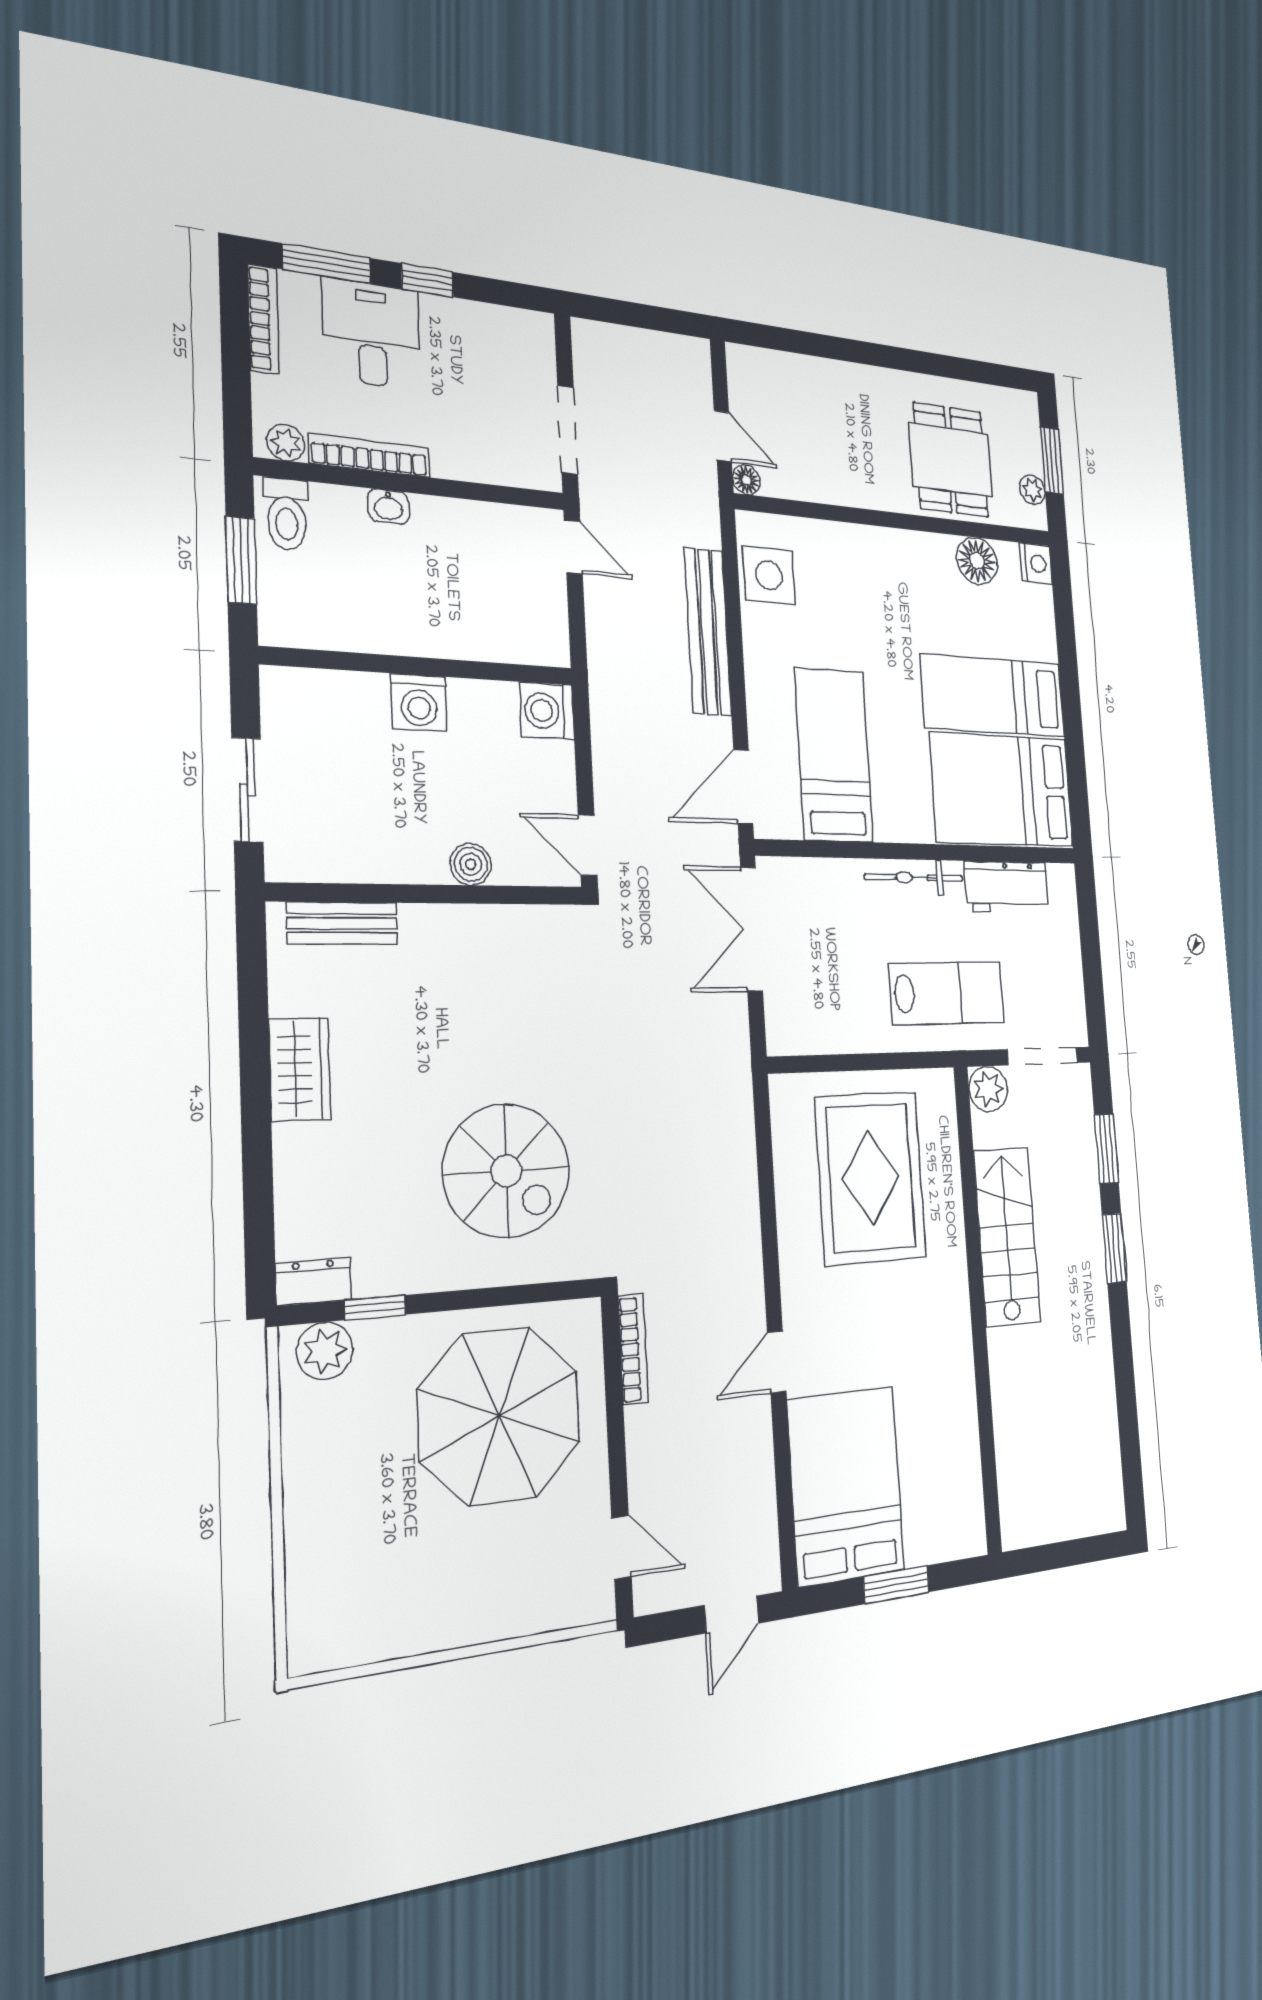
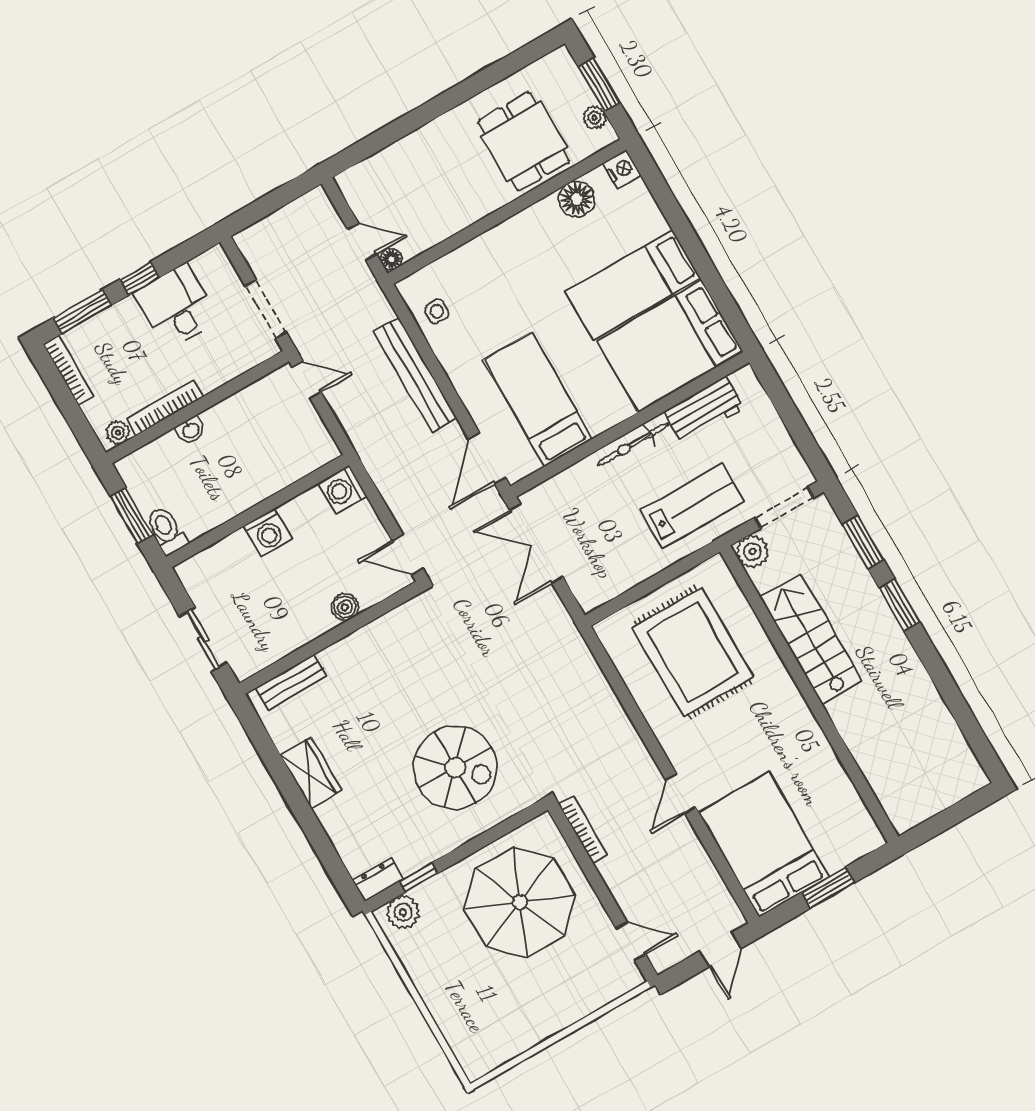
desk: (372, 334) -> (176, 307), moved
toilet: (286, 514) -> (166, 530), moved, turned 180
side table: (769, 575) -> (437, 311), width x0.54, depth x0.54

